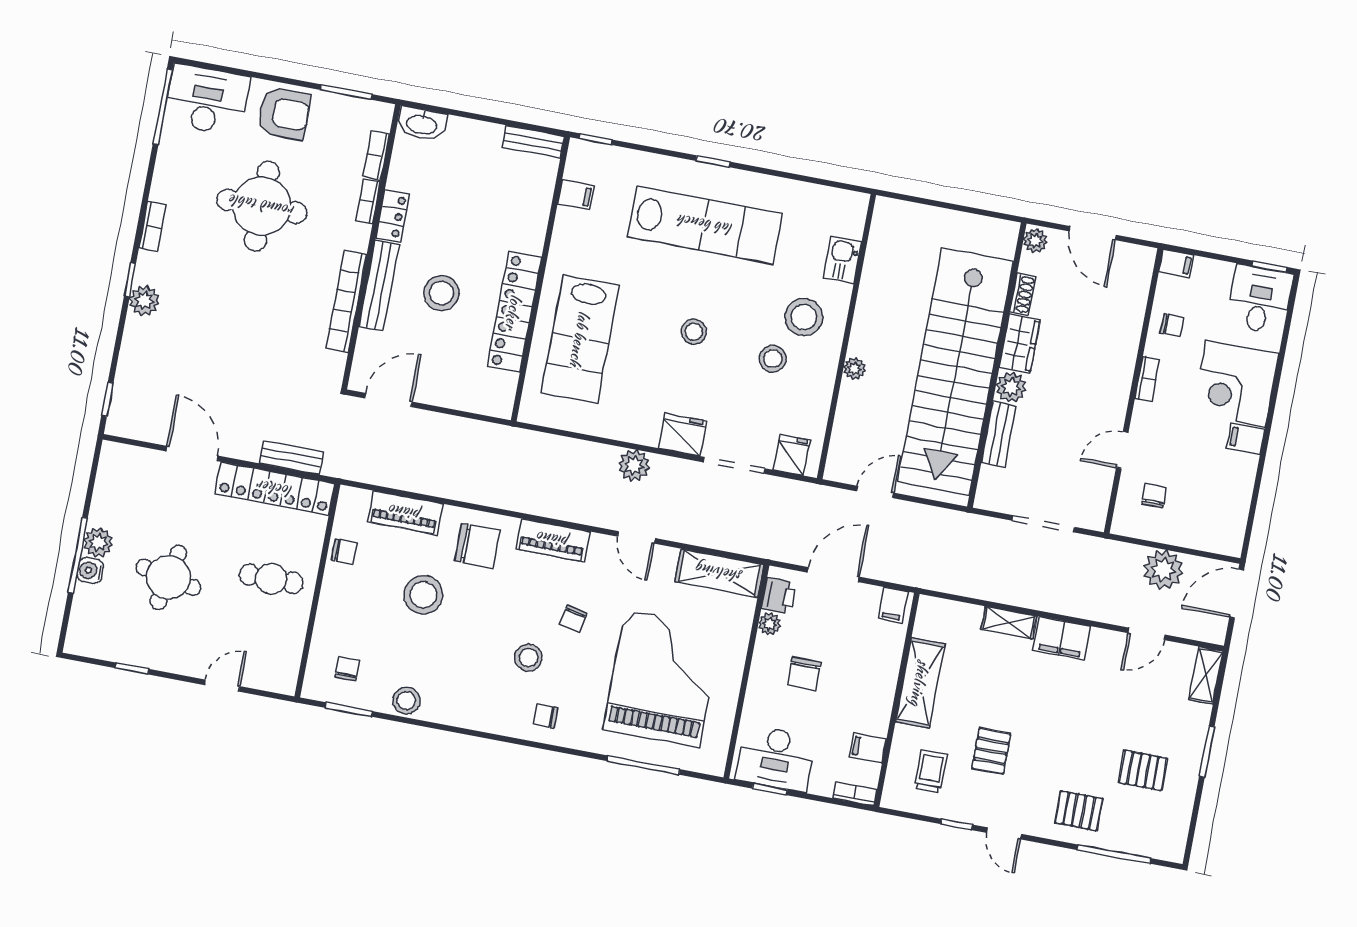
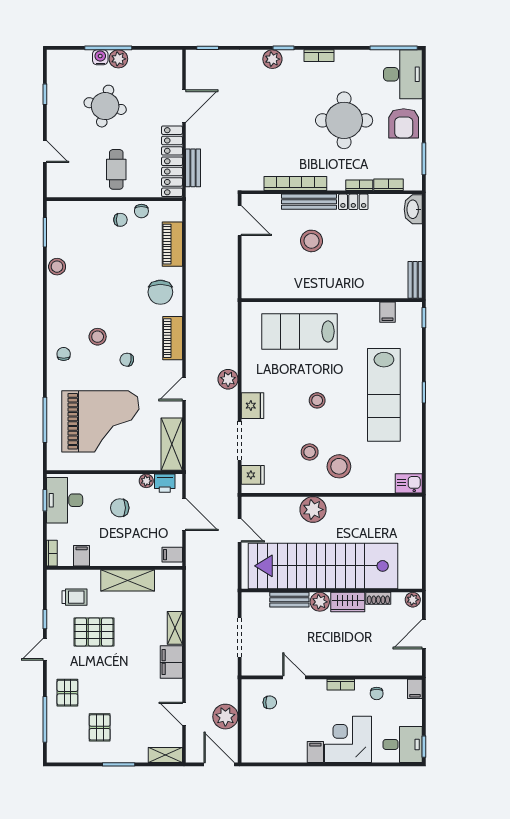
kitchen sink: (842, 260) -> (409, 483), moved
locker: (514, 312) -> (308, 288), removed
plant: (855, 369) -> (313, 510), width x1.88, depth x1.88
stool: (423, 595) -> (124, 265), removed
chair: (347, 669) -> (120, 220), moved
pallet: (991, 751) -> (94, 632), width x1.50, depth x1.42

